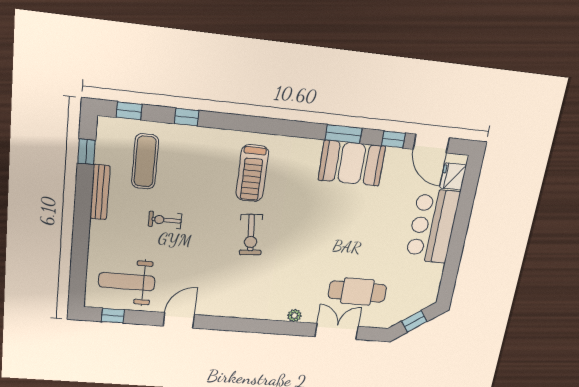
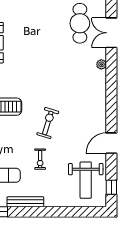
exercise bike: (251, 235) -> (48, 123), moved, turned -68
door: (179, 320) -> (111, 143), hinge flipped

